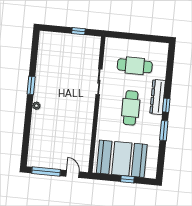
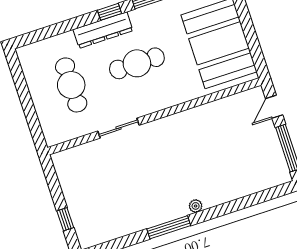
window: (78, 31) -> (65, 219), moved
window: (31, 85) -> (169, 227), width x1.44
window: (127, 179) -> (246, 21), removed

